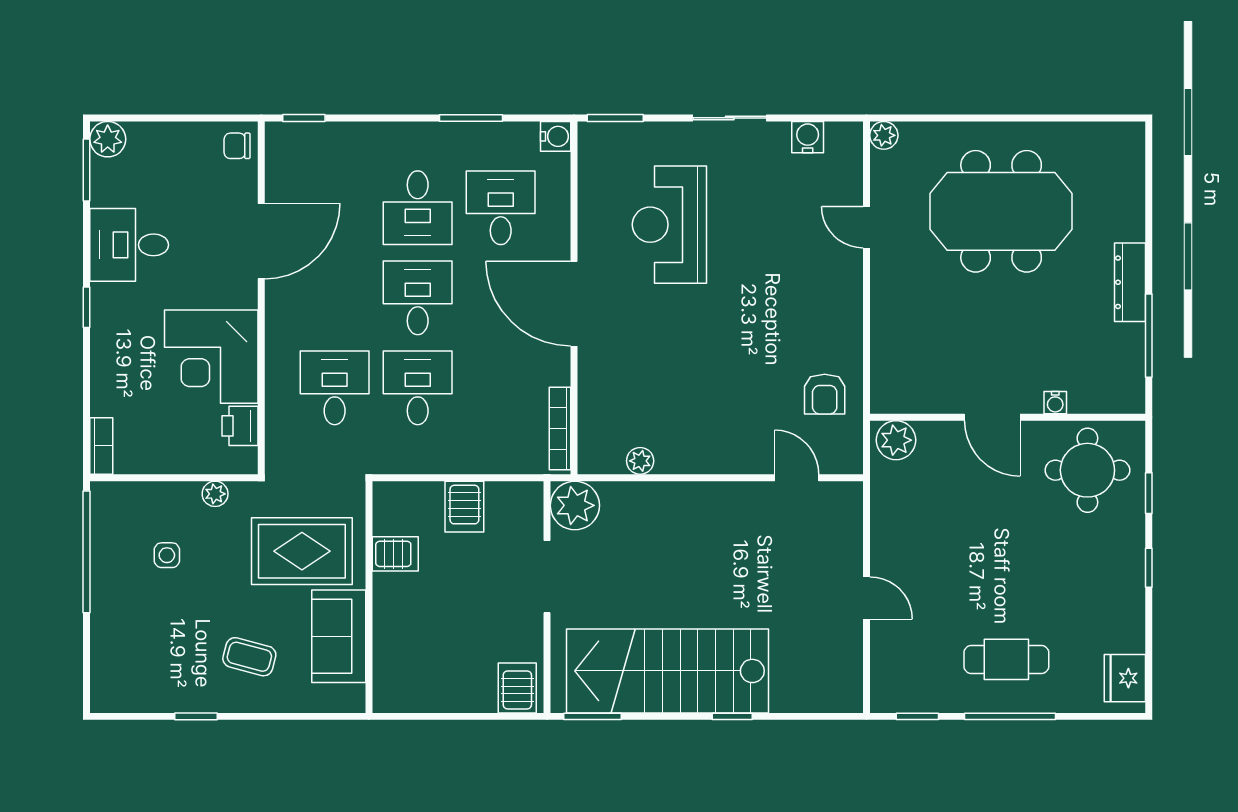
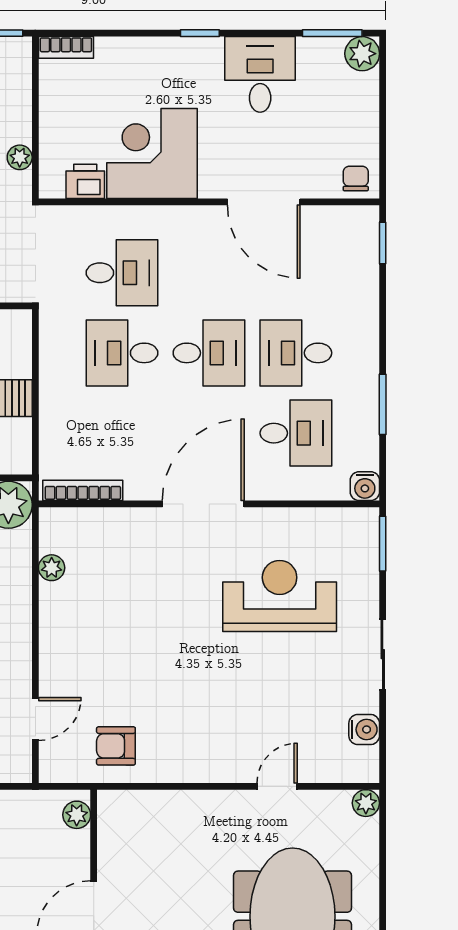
desk: (418, 388) -> (122, 353), turned 180
plant: (896, 440) -> (77, 815), width x0.73, depth x0.73

